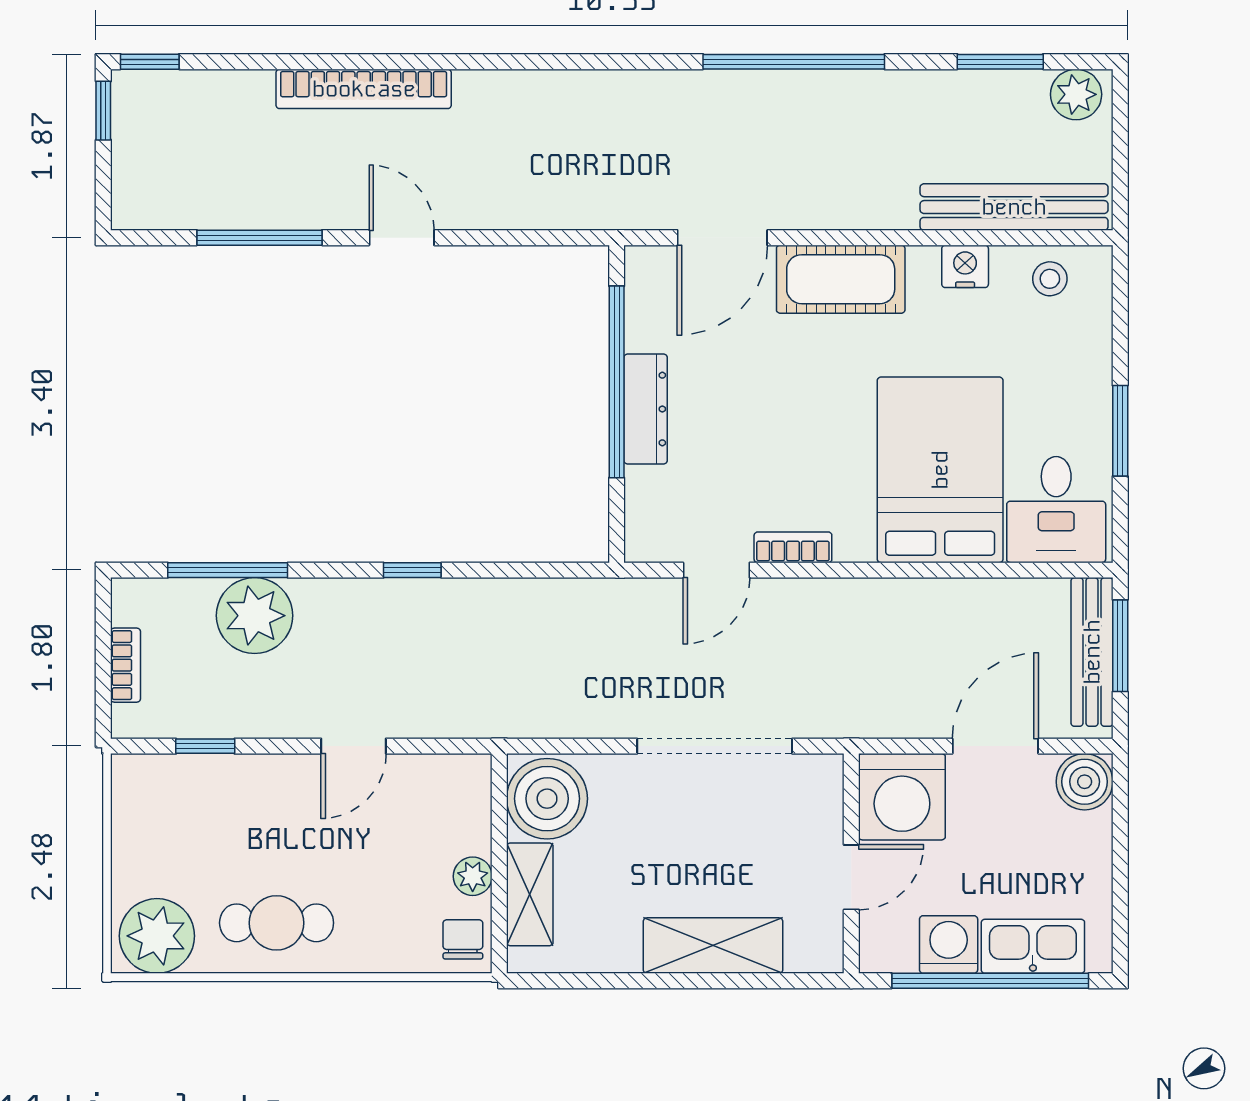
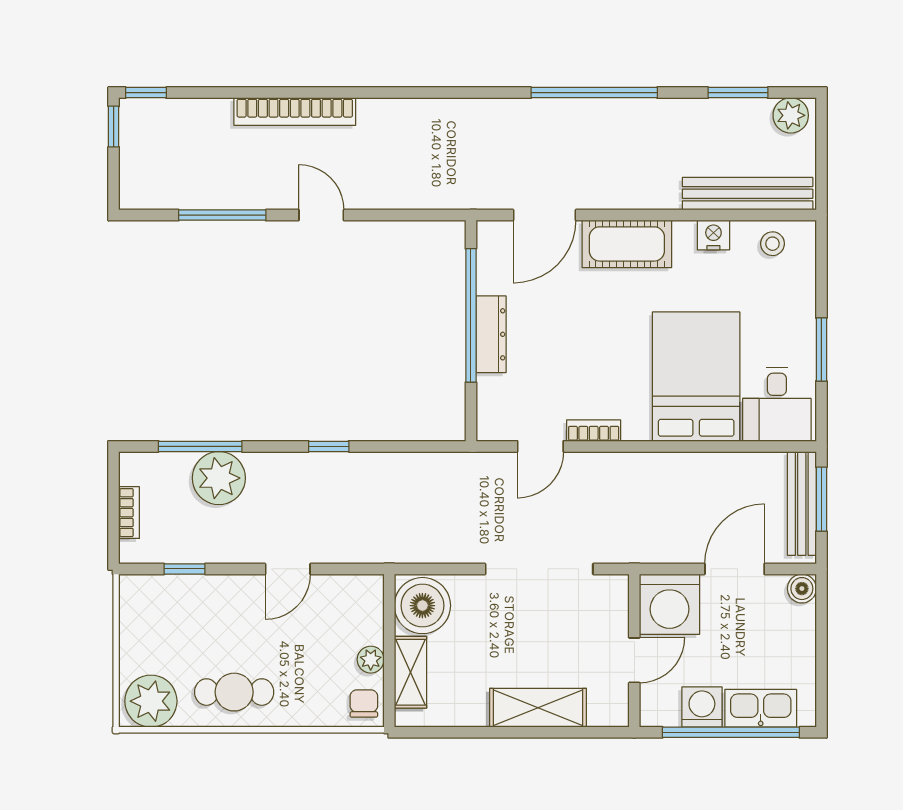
boiler: (1085, 782) -> (802, 589), width x0.73, depth x0.73

